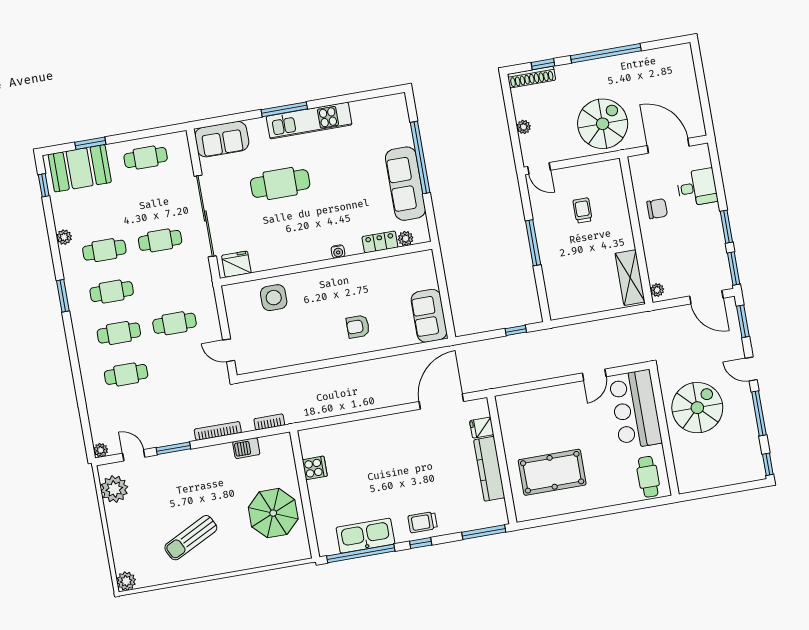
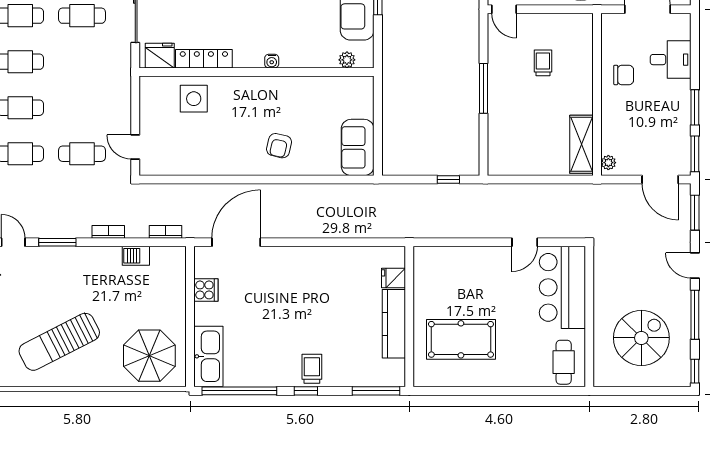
locker: (380, 242) -> (204, 59), moved, width x1.53
cafe table: (175, 323) -> (82, 154), moved
armchair: (358, 326) -> (279, 146), turned -77
door: (441, 401) -> (236, 242), moved
spiral stairs: (697, 408) -> (641, 338), moved
bookcase: (218, 431) -> (108, 232), width x0.64
parasol: (273, 513) -> (149, 356), moved
trolley: (423, 522) -> (312, 369), turned 90
kitchen sink: (365, 536) -> (208, 356), moved, turned 90
sun lounger: (191, 538) -> (59, 342), width x1.36, depth x1.34

